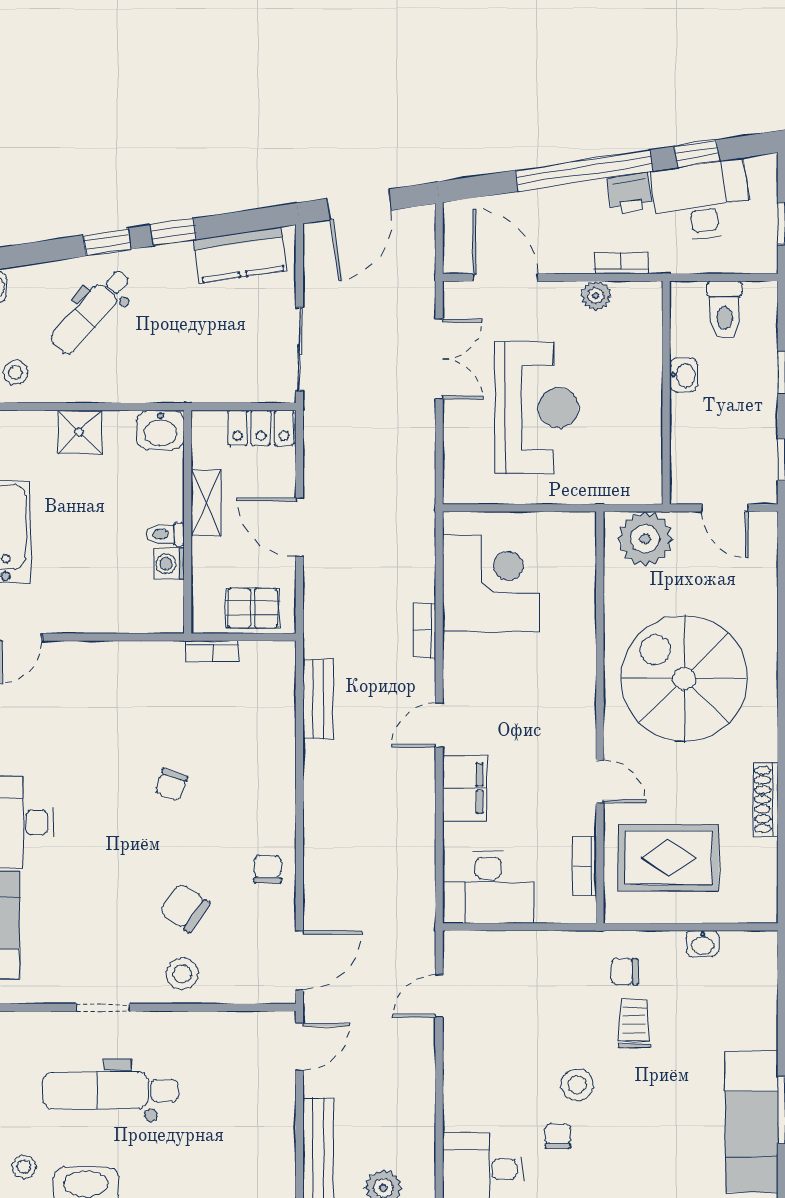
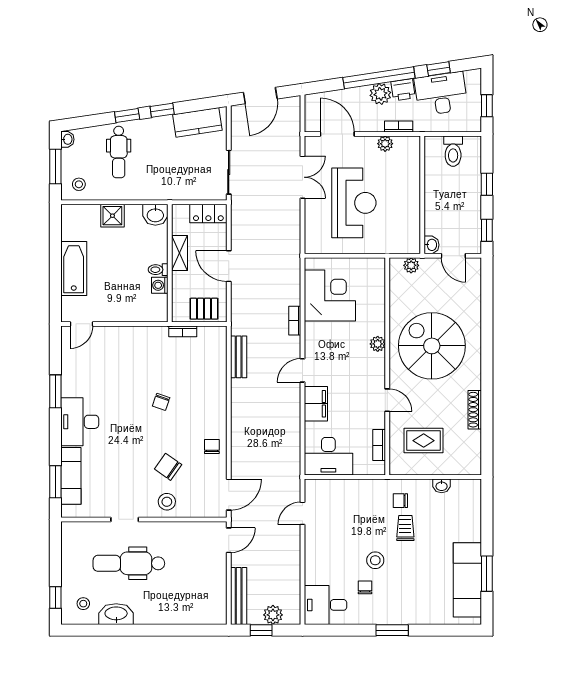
plant: (587, 201) -> (380, 94), added
dental chair: (91, 311) -> (119, 152), turned -42
washbasin: (684, 375) -> (431, 245), moved
plant: (645, 539) -> (411, 265), width x0.53, depth x0.53
plant: (582, 675) -> (378, 344), added
rug: (669, 858) -> (424, 441), width x0.73, depth x0.70

